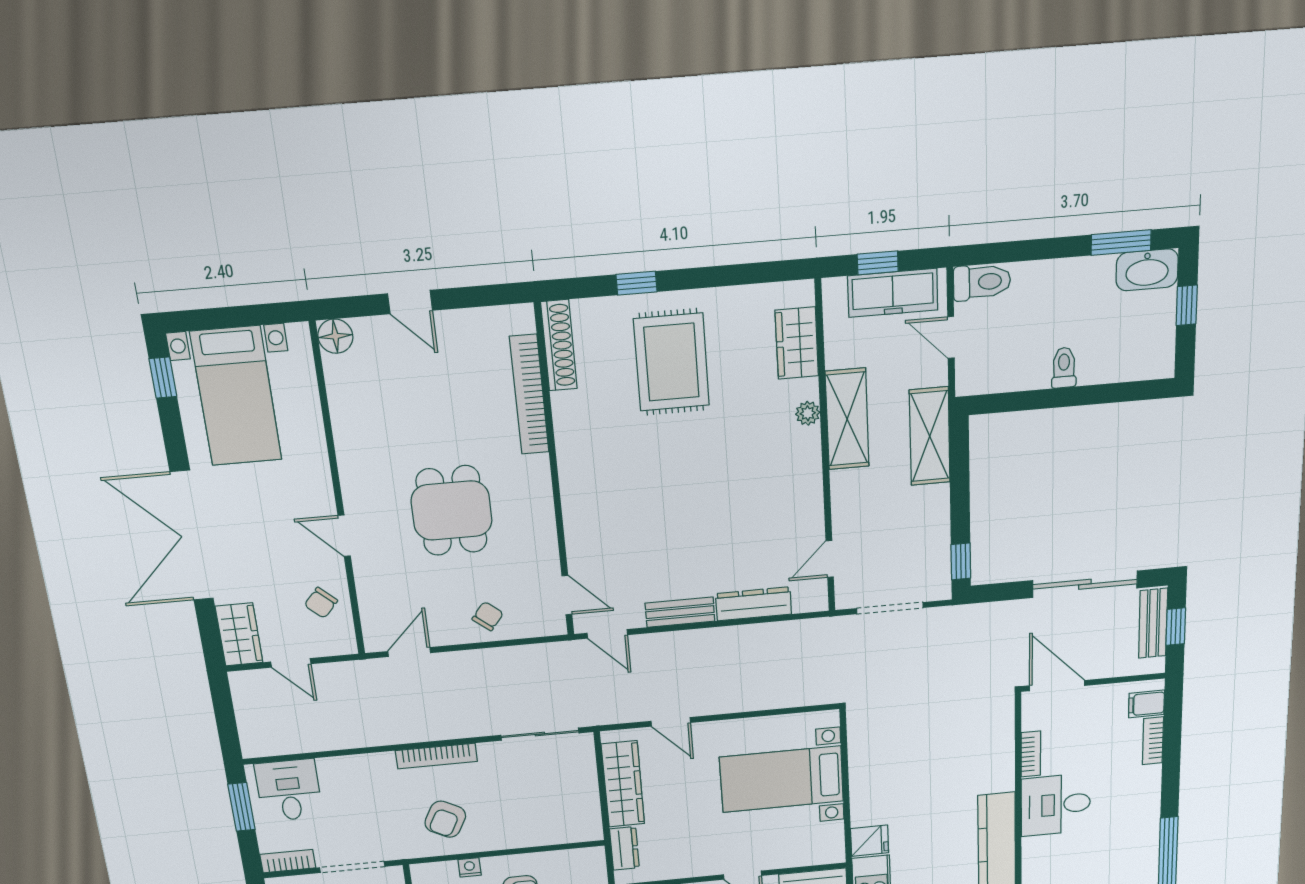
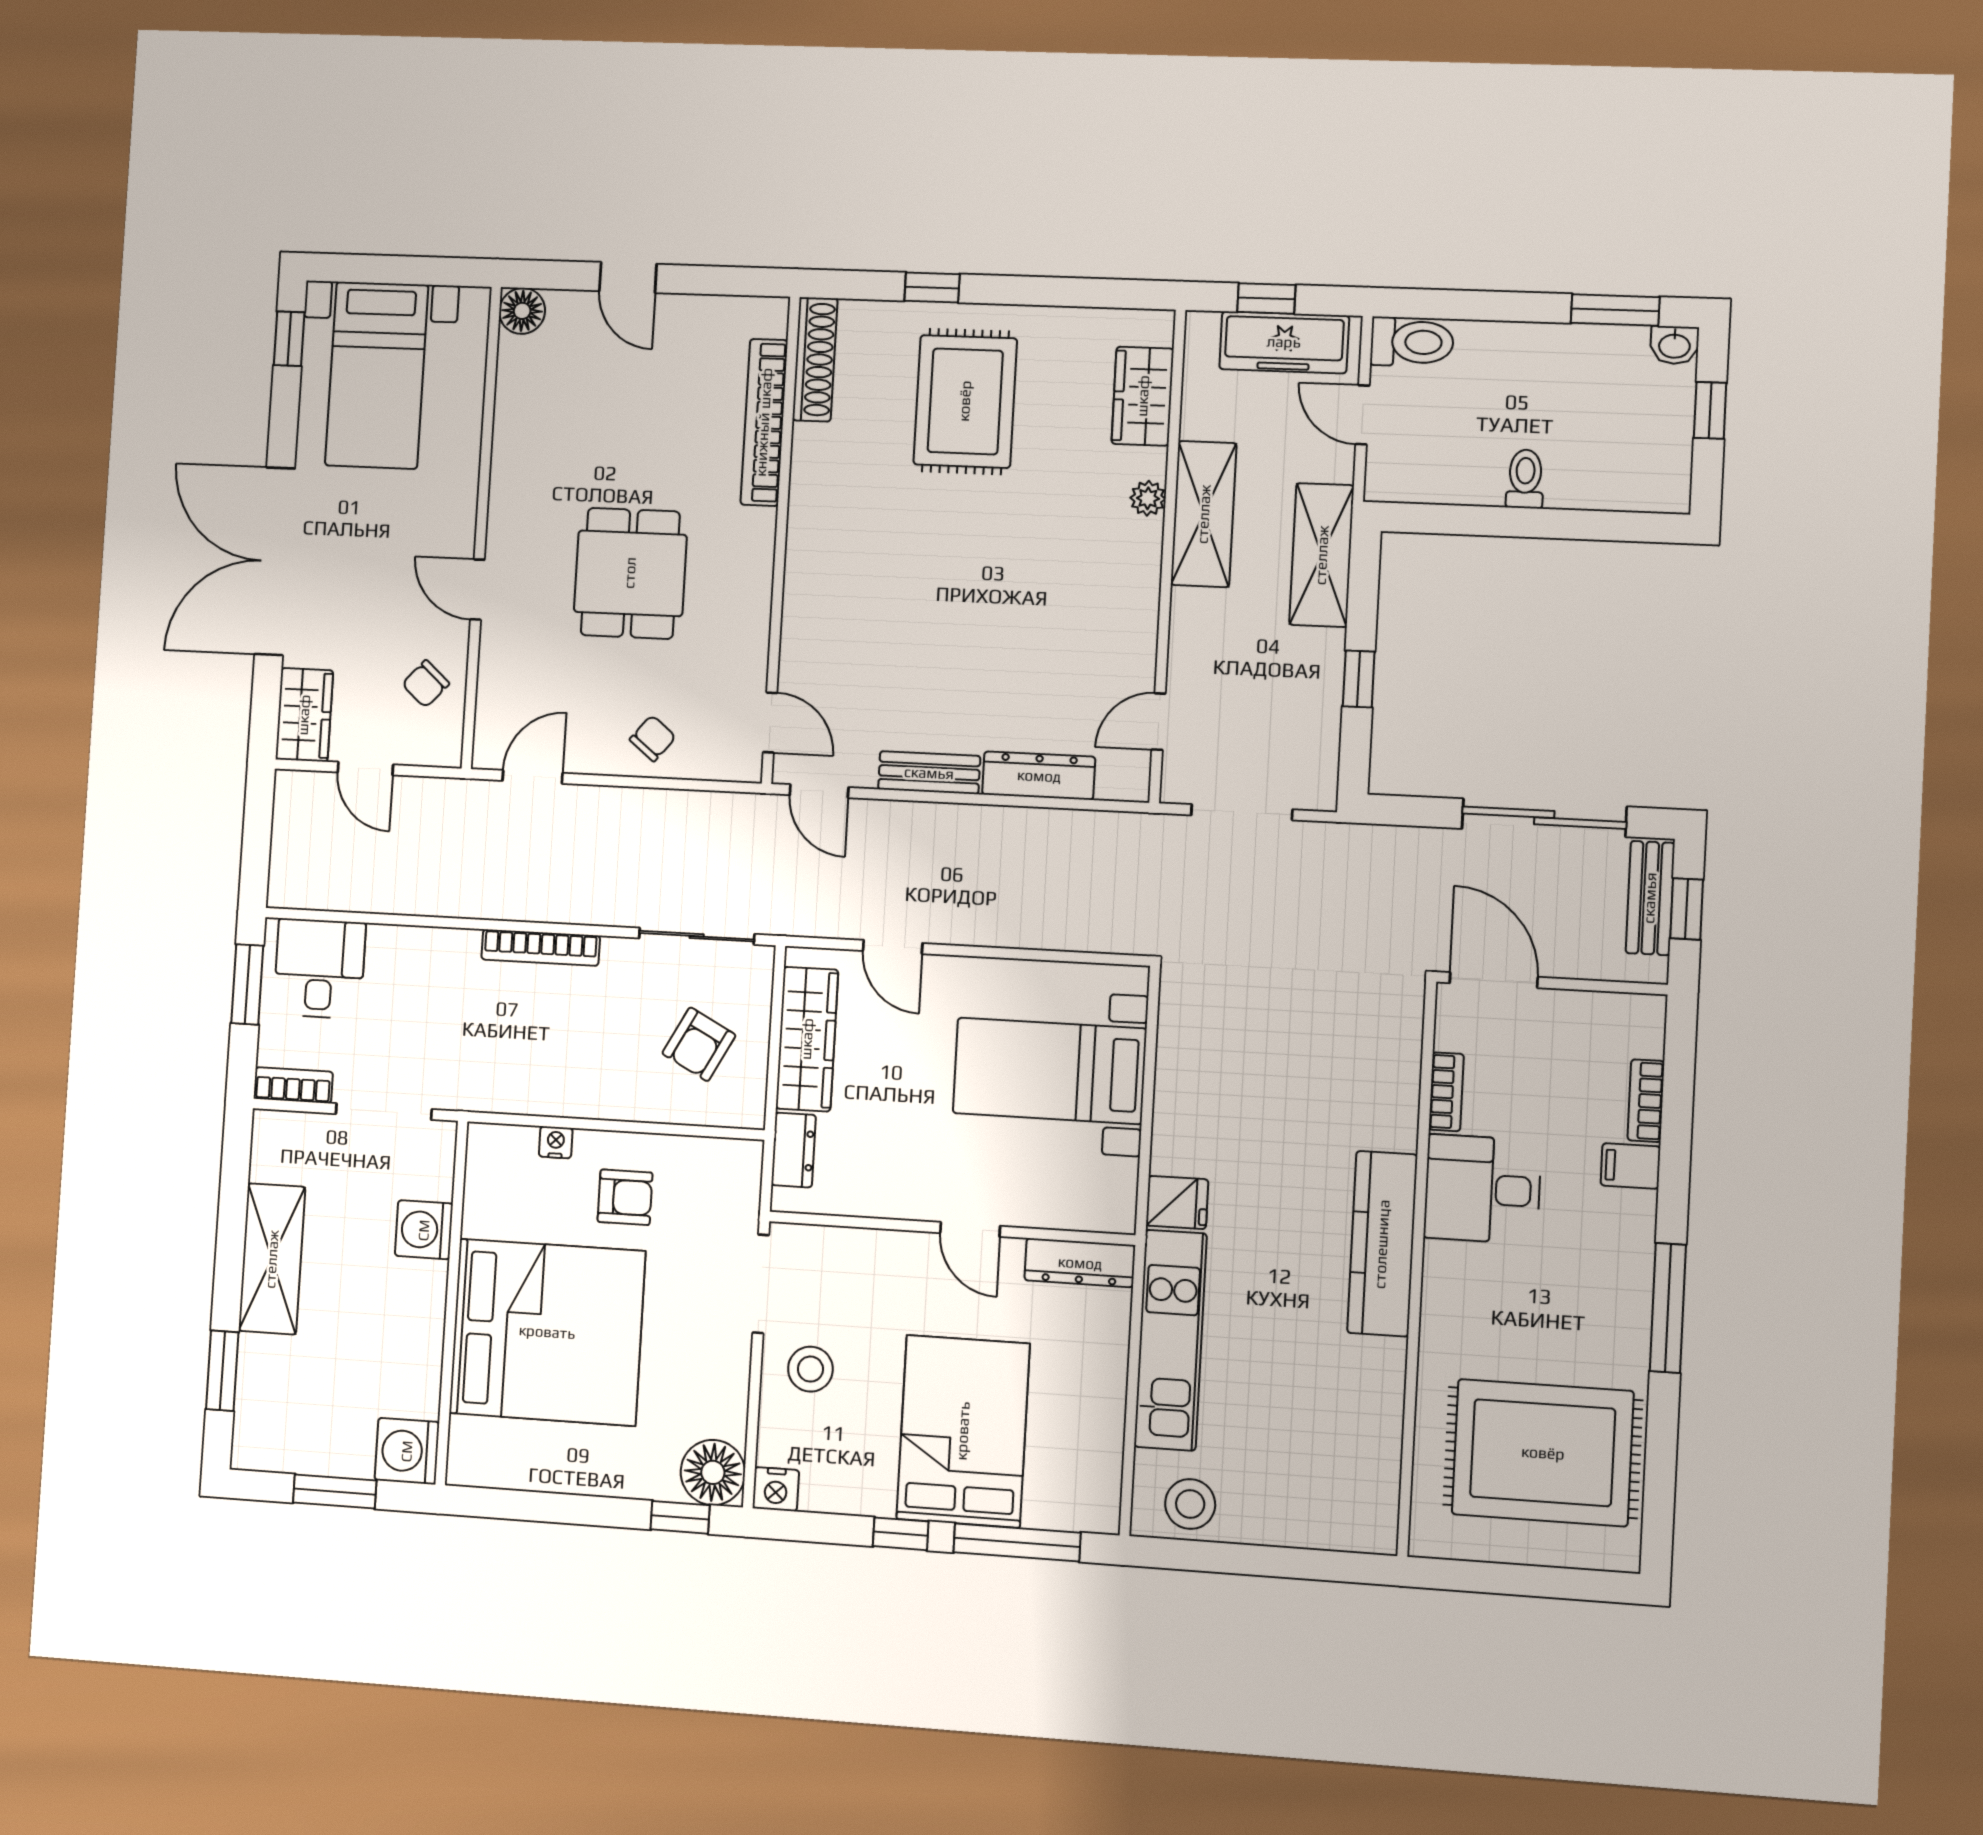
washbasin: (1147, 270) -> (1674, 345), width x0.52, depth x0.69
window: (961, 561) -> (1359, 679), moved
filing cabinet: (1146, 704) -> (1631, 1166), moved
armchair: (445, 819) -> (699, 1044), moved

